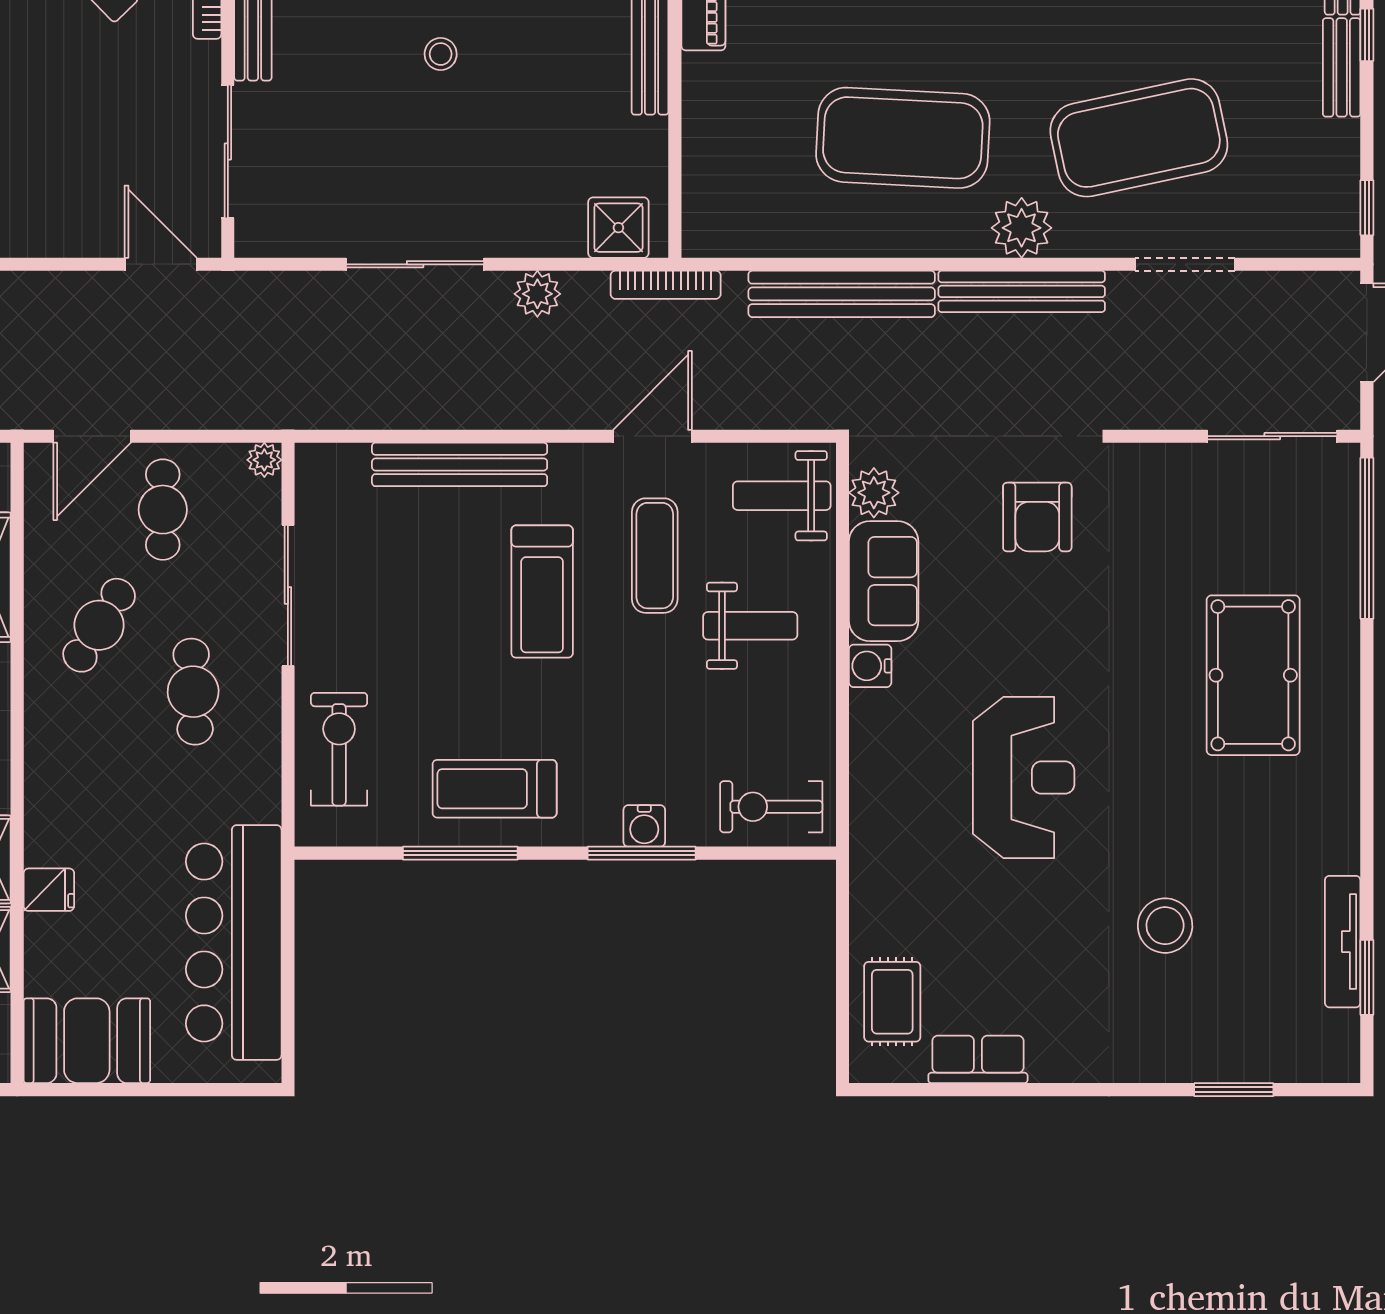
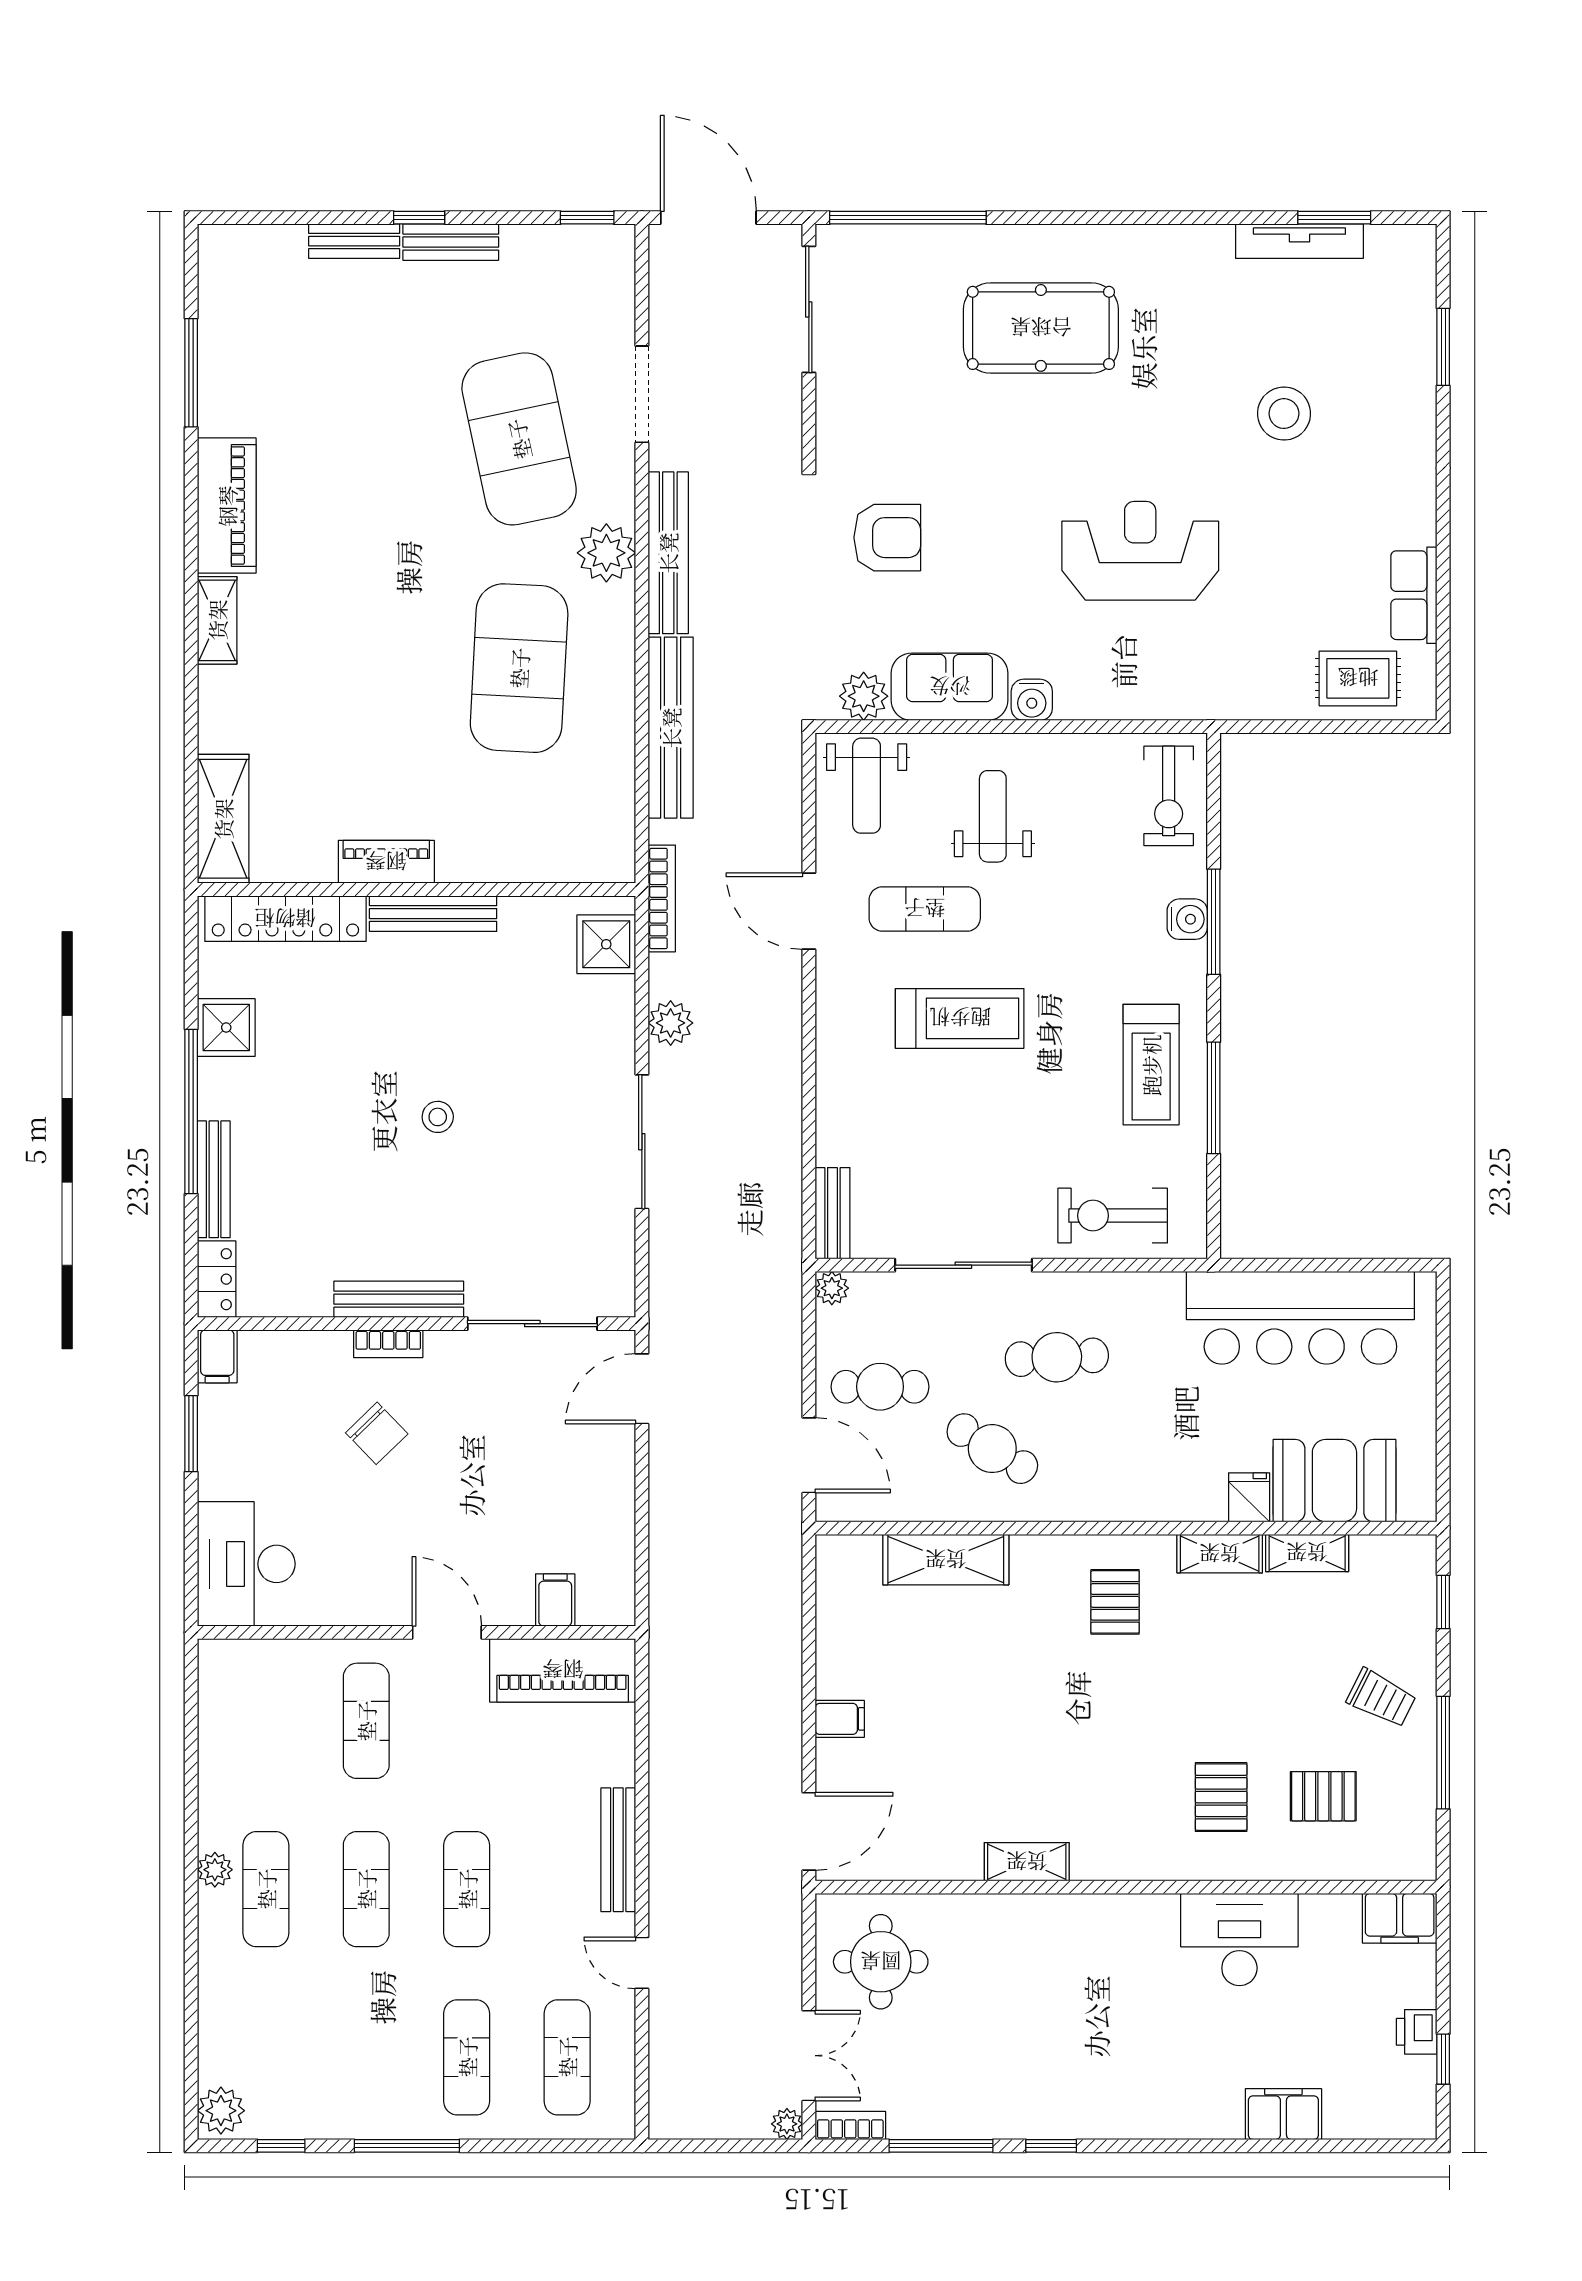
bench: (460, 464) -> (832, 1213), moved, width x0.54, depth x0.82
booth: (87, 1041) -> (1334, 1481), moved, turned 90

